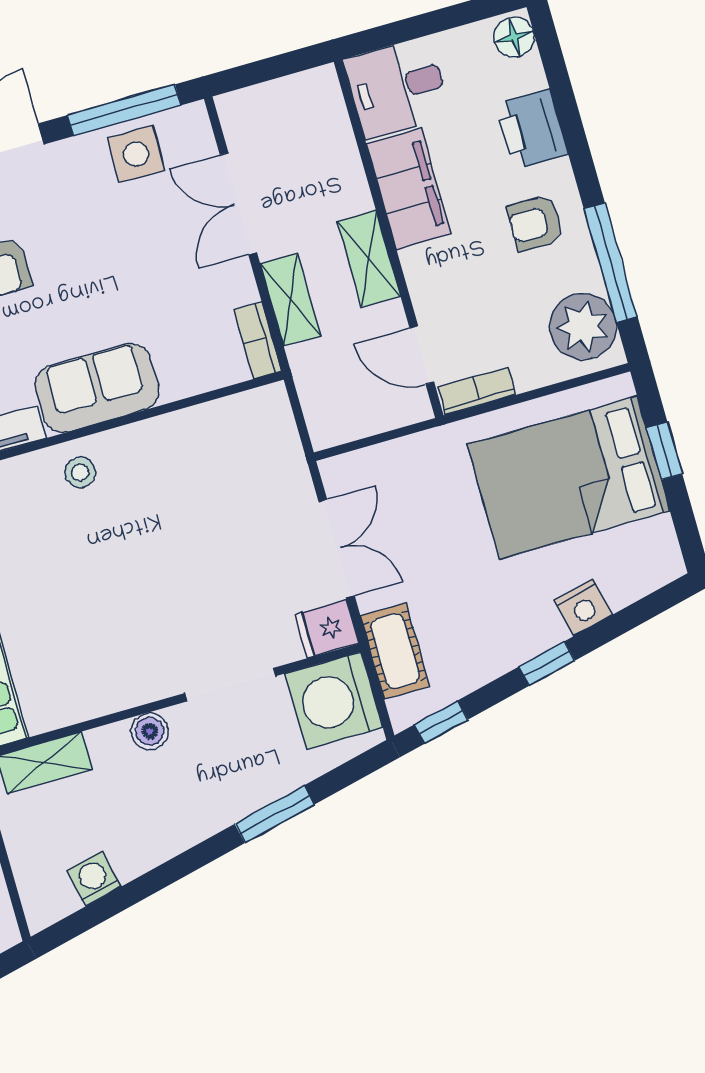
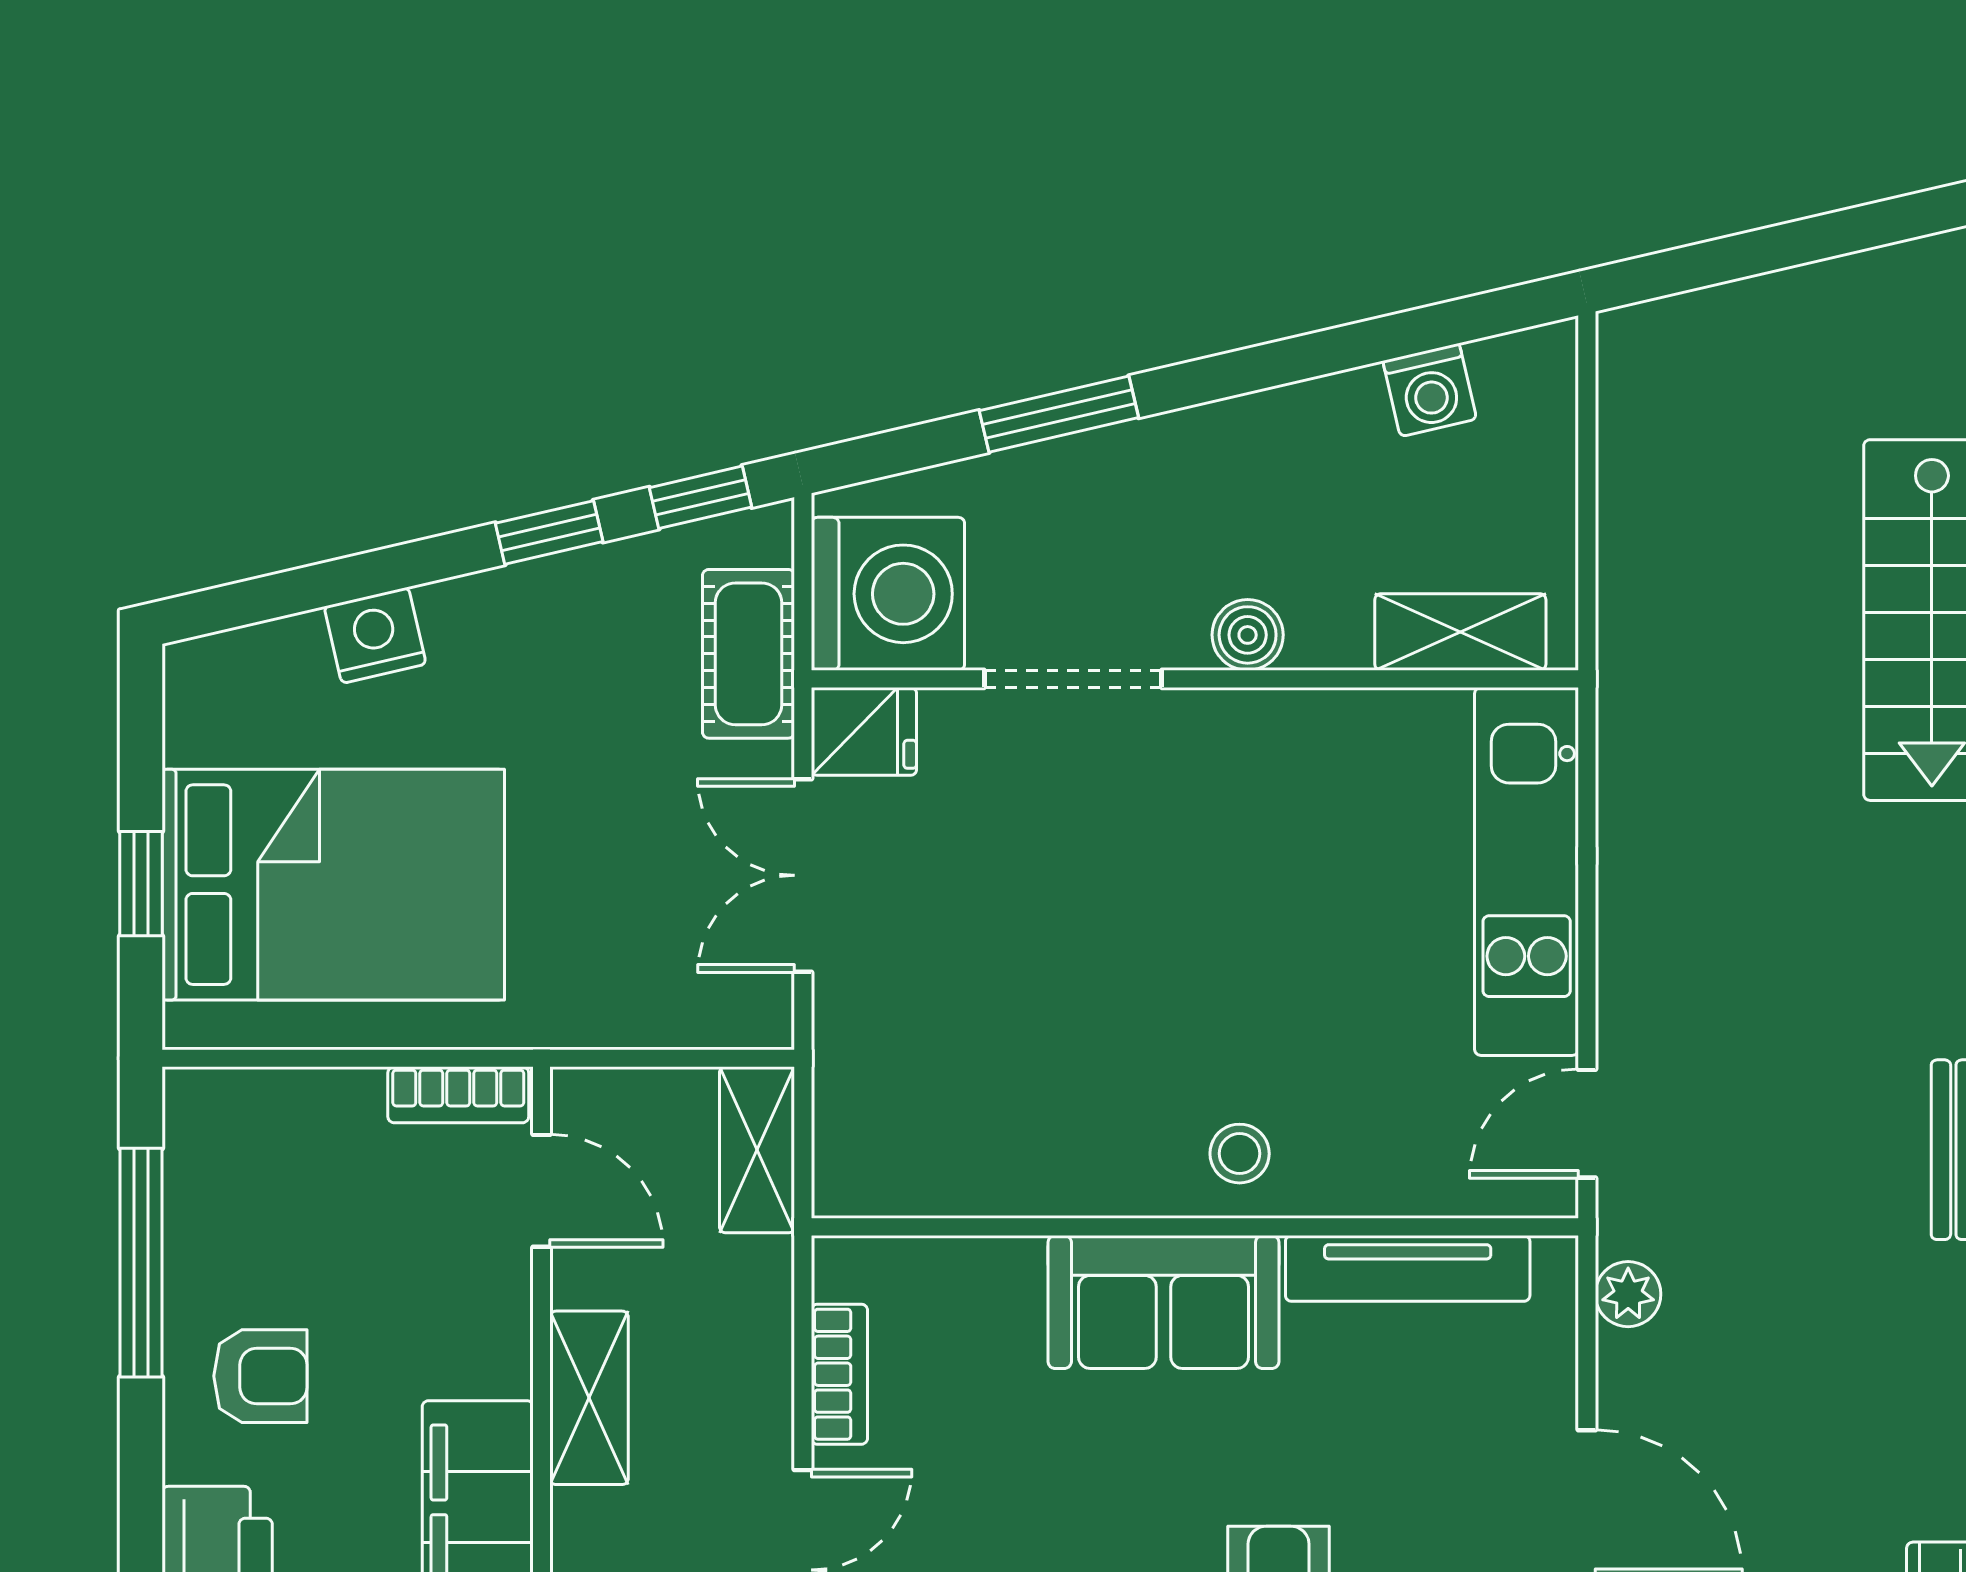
shelving: (290, 300) -> (757, 1150), moved
plant: (583, 327) -> (227, 1158), removed
bookcase: (258, 340) -> (839, 1374), moved
window: (547, 664) -> (549, 532), moved

